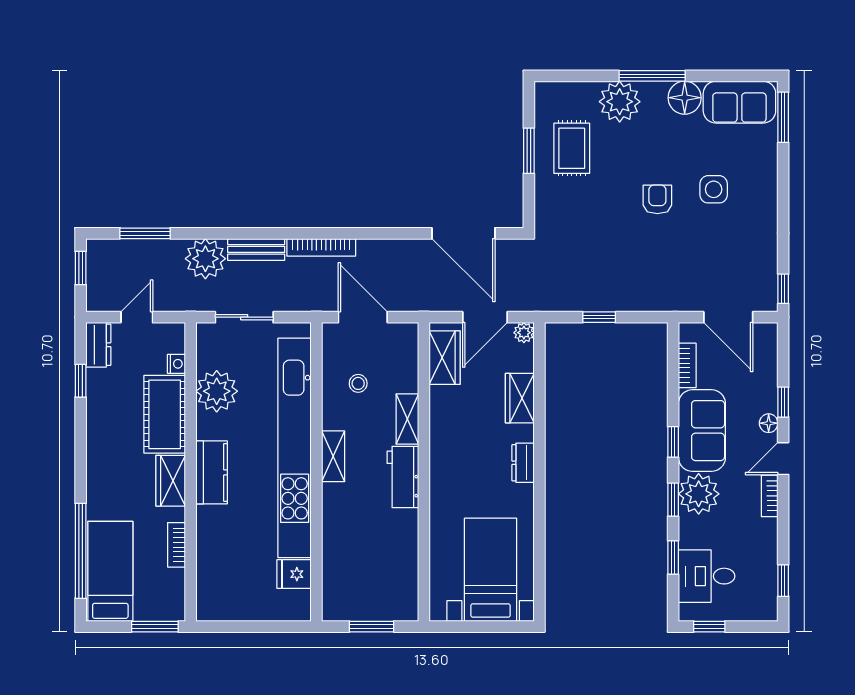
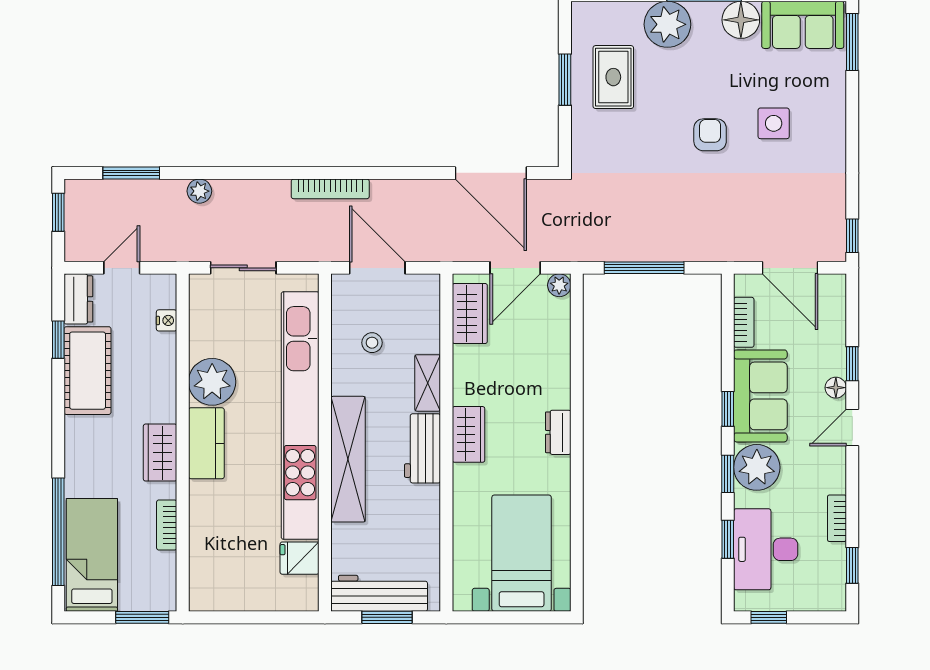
bench: (256, 249) -> (257, 191), removed
plant: (205, 259) -> (199, 191), width x0.53, depth x0.53
window: (599, 317) -> (644, 268), width x2.17
plant: (217, 391) -> (212, 382), moved
wardrobe: (520, 398) -> (468, 434), moved, turned 180
cot: (165, 414) -> (88, 371), moved
shelving: (333, 456) -> (348, 459), width x2.20, depth x1.33
bookcase: (770, 496) -> (837, 518), moved
desk: (707, 576) -> (766, 549), width x1.37
workbench: (364, 605) -> (379, 593), added

